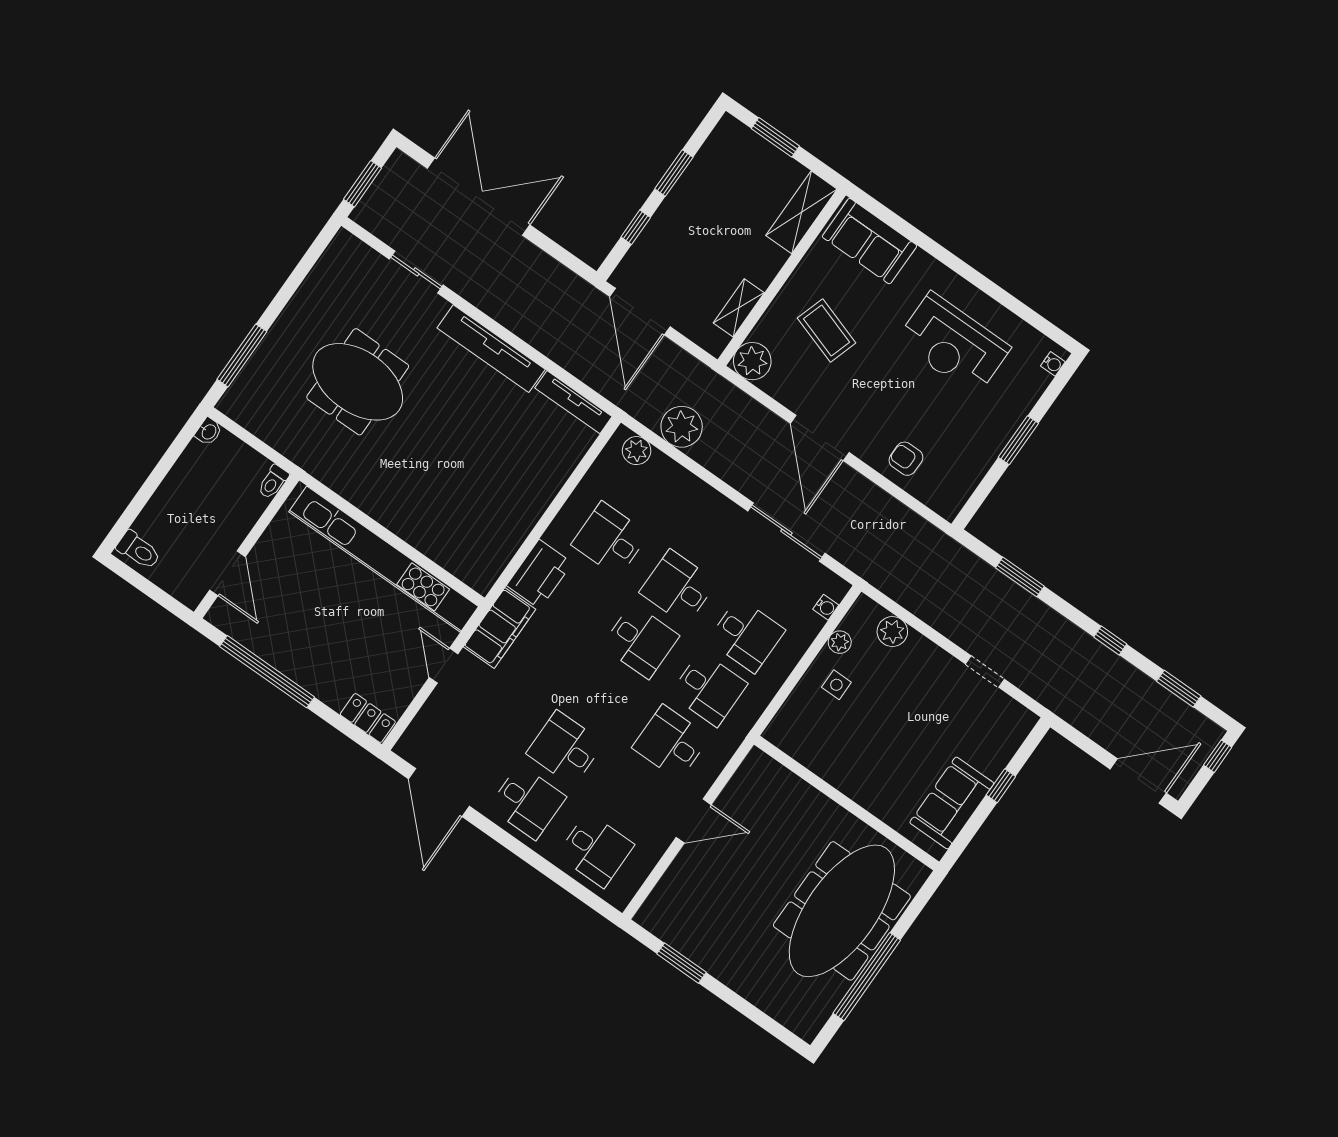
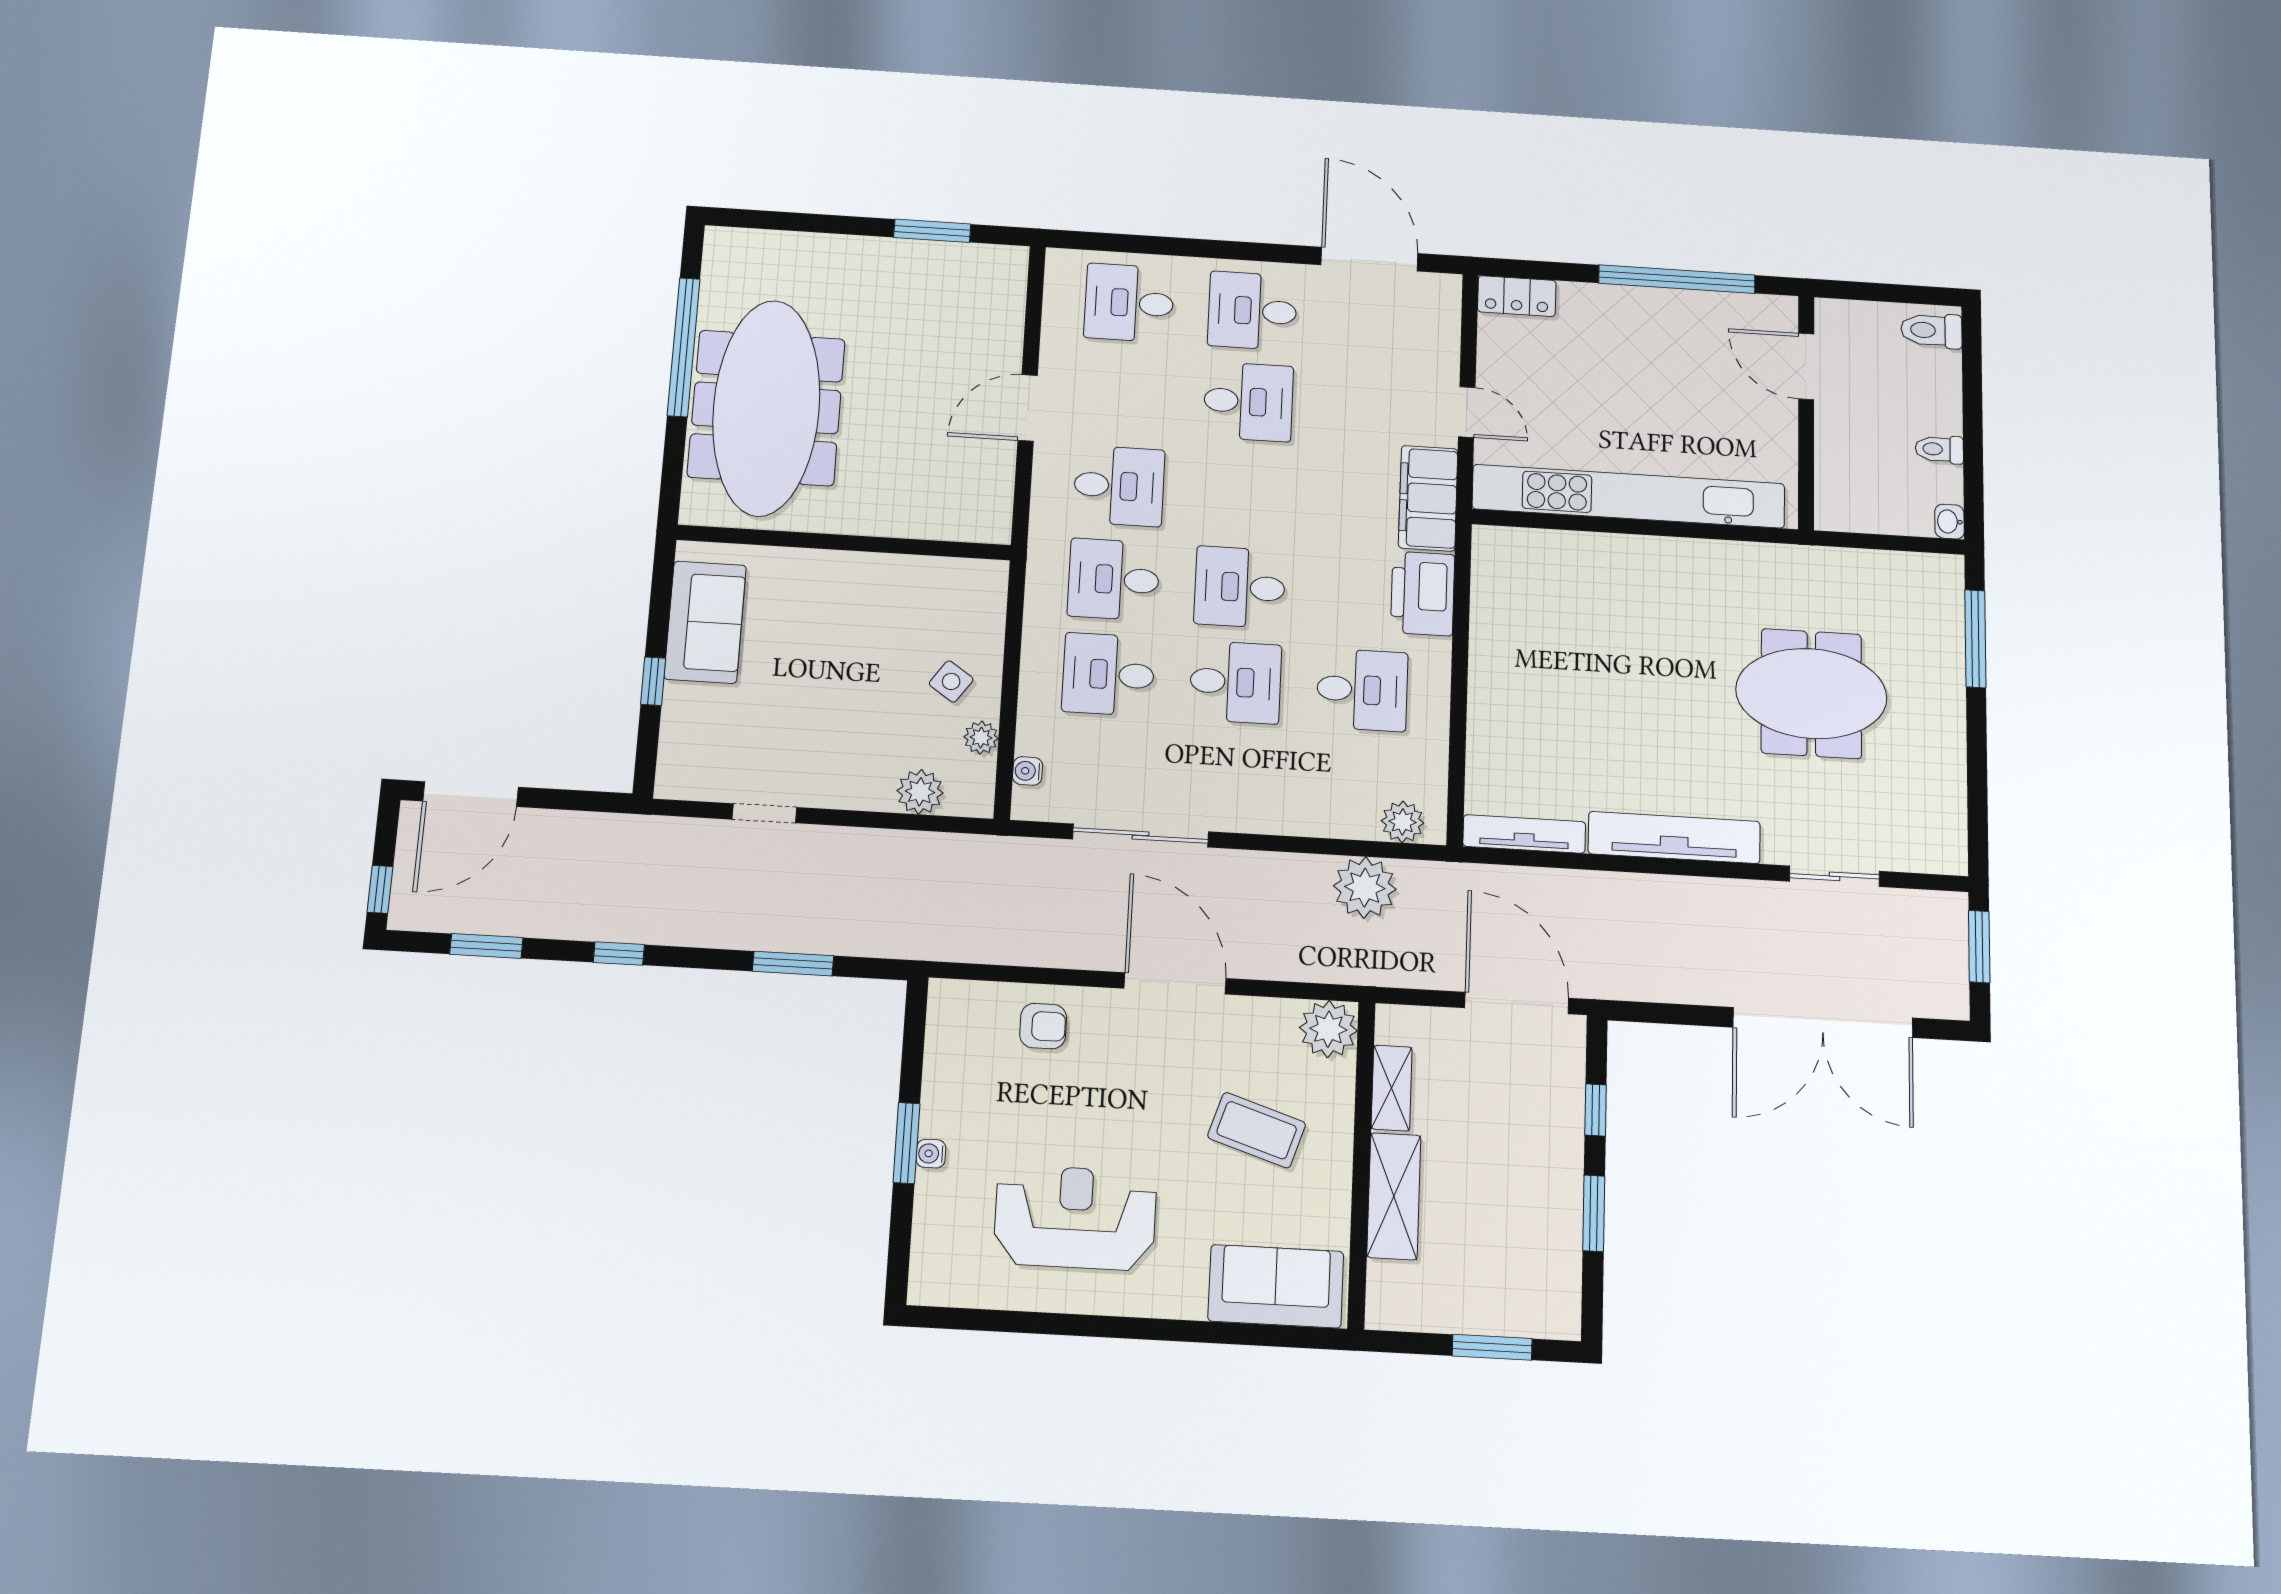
shelving: (801, 212) -> (1394, 1196), moved
water cooler: (1053, 364) -> (931, 1154), moved
toilet: (273, 482) -> (1939, 449), moved, turned -90
side table: (836, 685) -> (951, 681), turned 35

